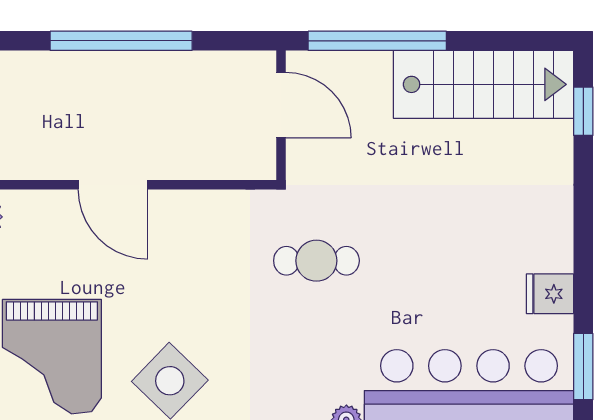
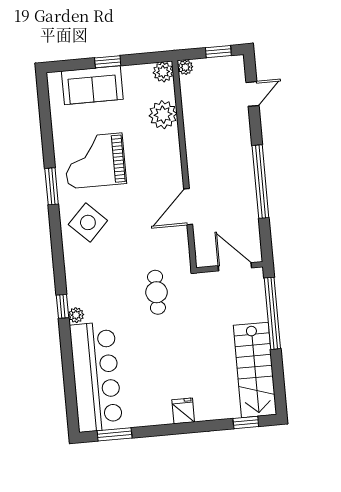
door: (281, 105) -> (235, 267), swing flipped
door: (113, 185) -> (188, 207), moved
fridge: (550, 294) -> (183, 411), moved

